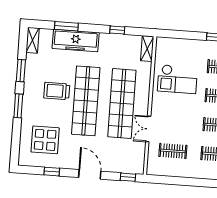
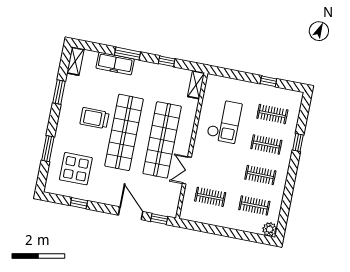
window: (66, 26) -> (128, 54), moved
freezer: (76, 40) -> (115, 64), width x0.73, depth x0.79
checkout: (177, 79) -> (224, 121), turned -90
window: (18, 106) -> (48, 149), moved
door: (90, 174) -> (131, 213), moved

